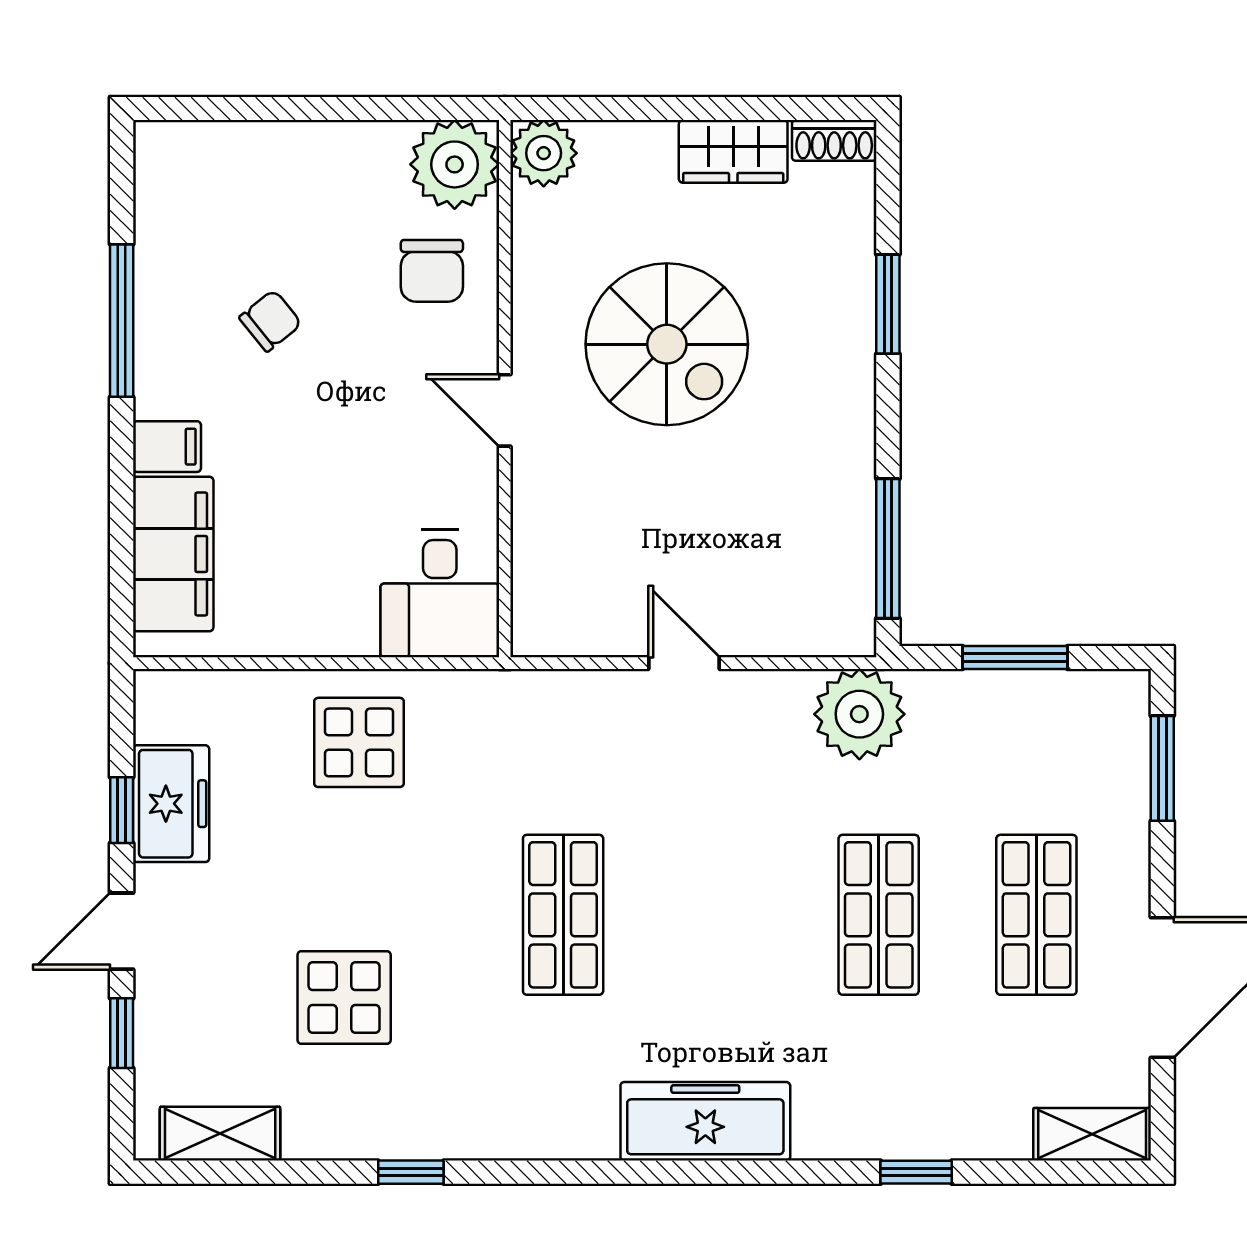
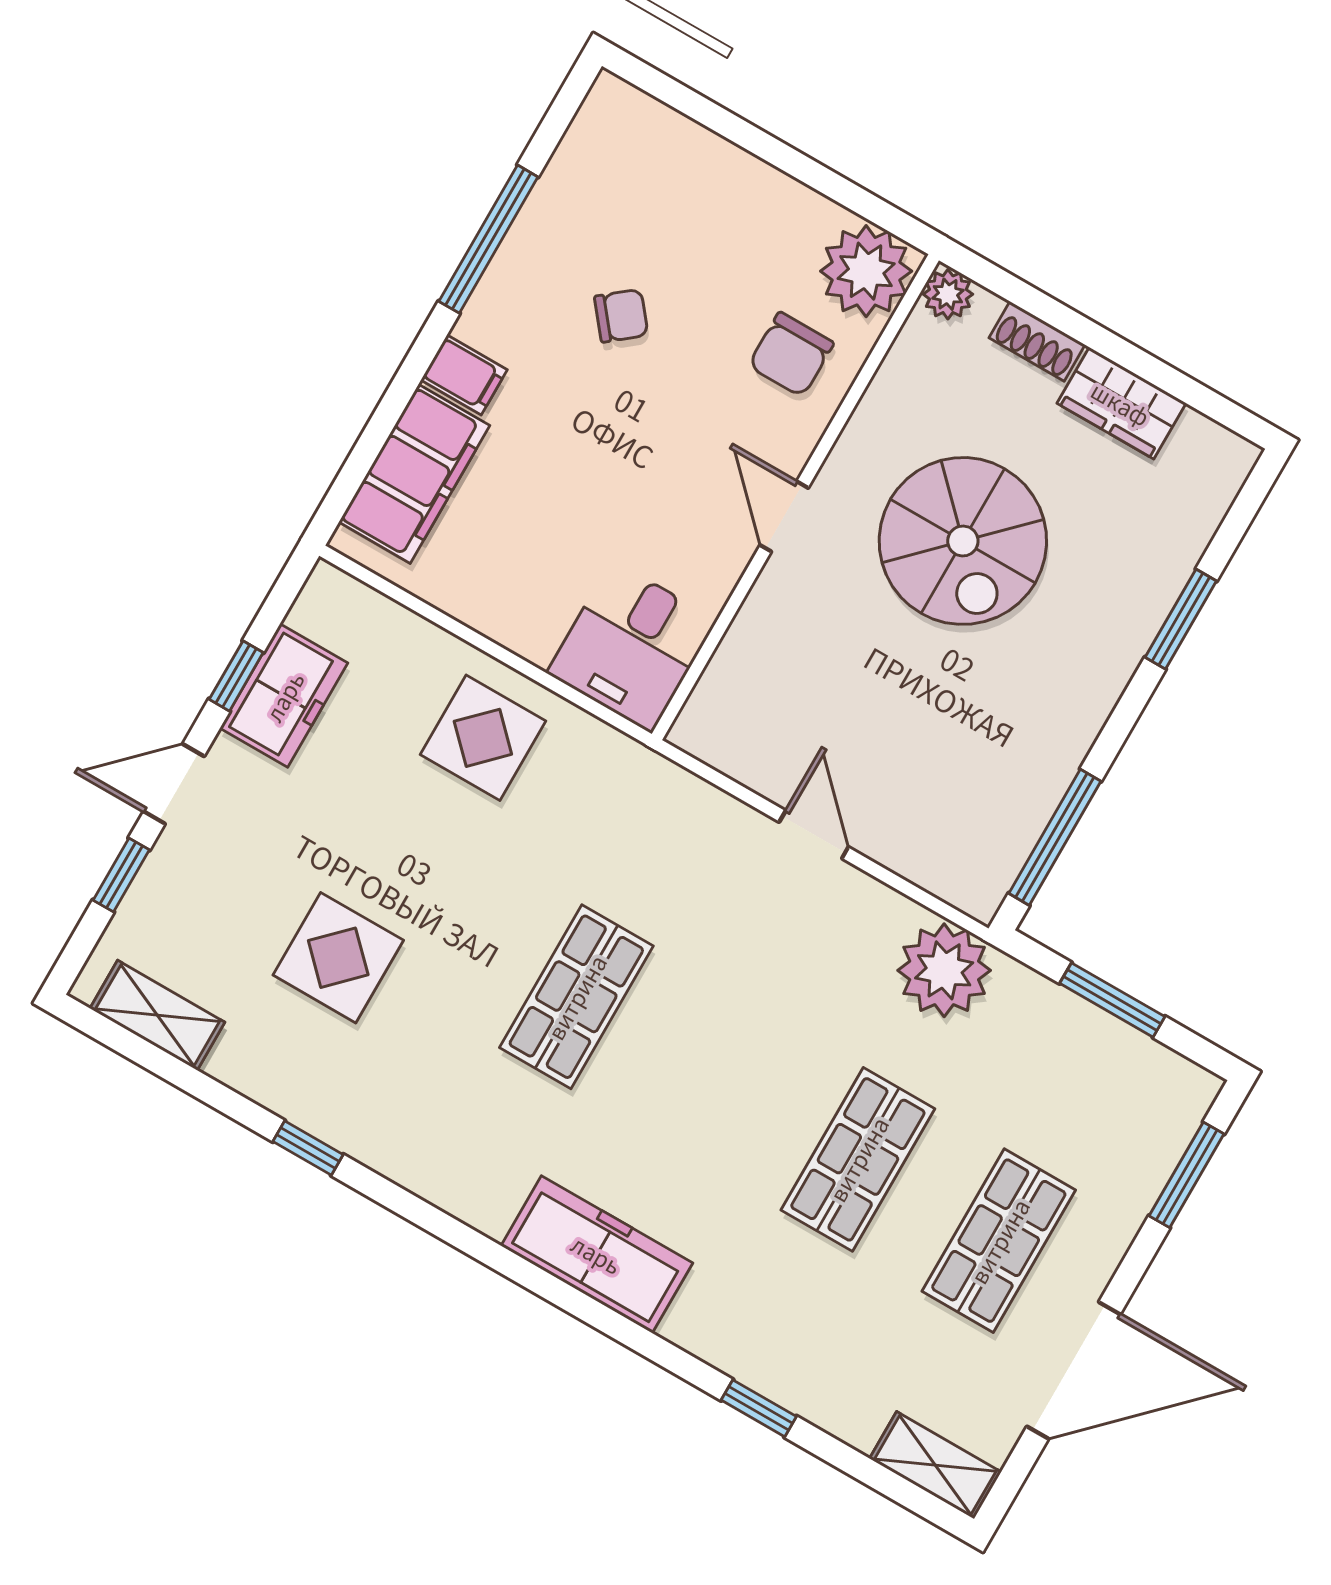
shoe rack: (834, 140) -> (1037, 341), moved
plant: (544, 153) -> (948, 294), width x0.73, depth x0.73

